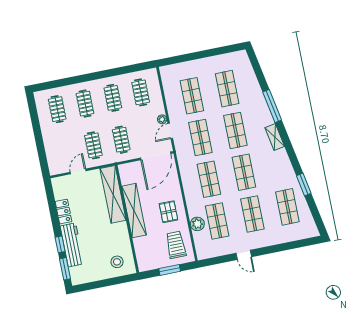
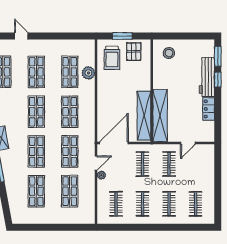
shelving: (134, 211) -> (144, 116), moved
pallet: (168, 212) -> (134, 51), moved
door: (244, 255) -> (21, 36), moved

